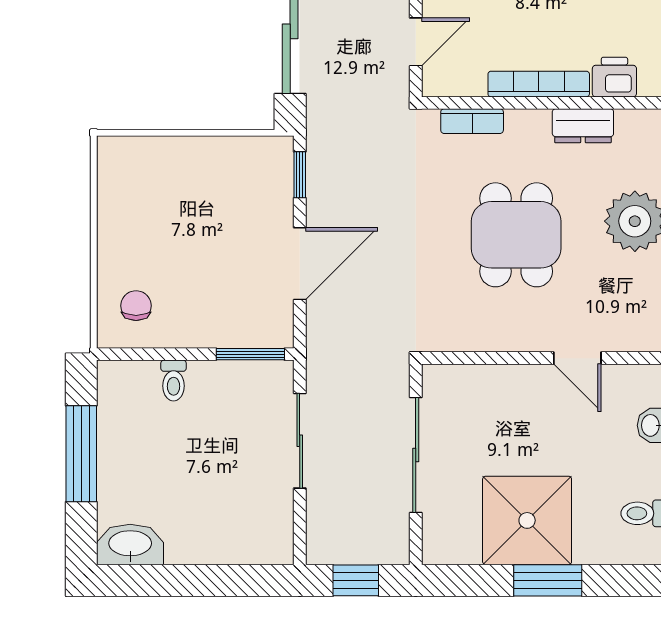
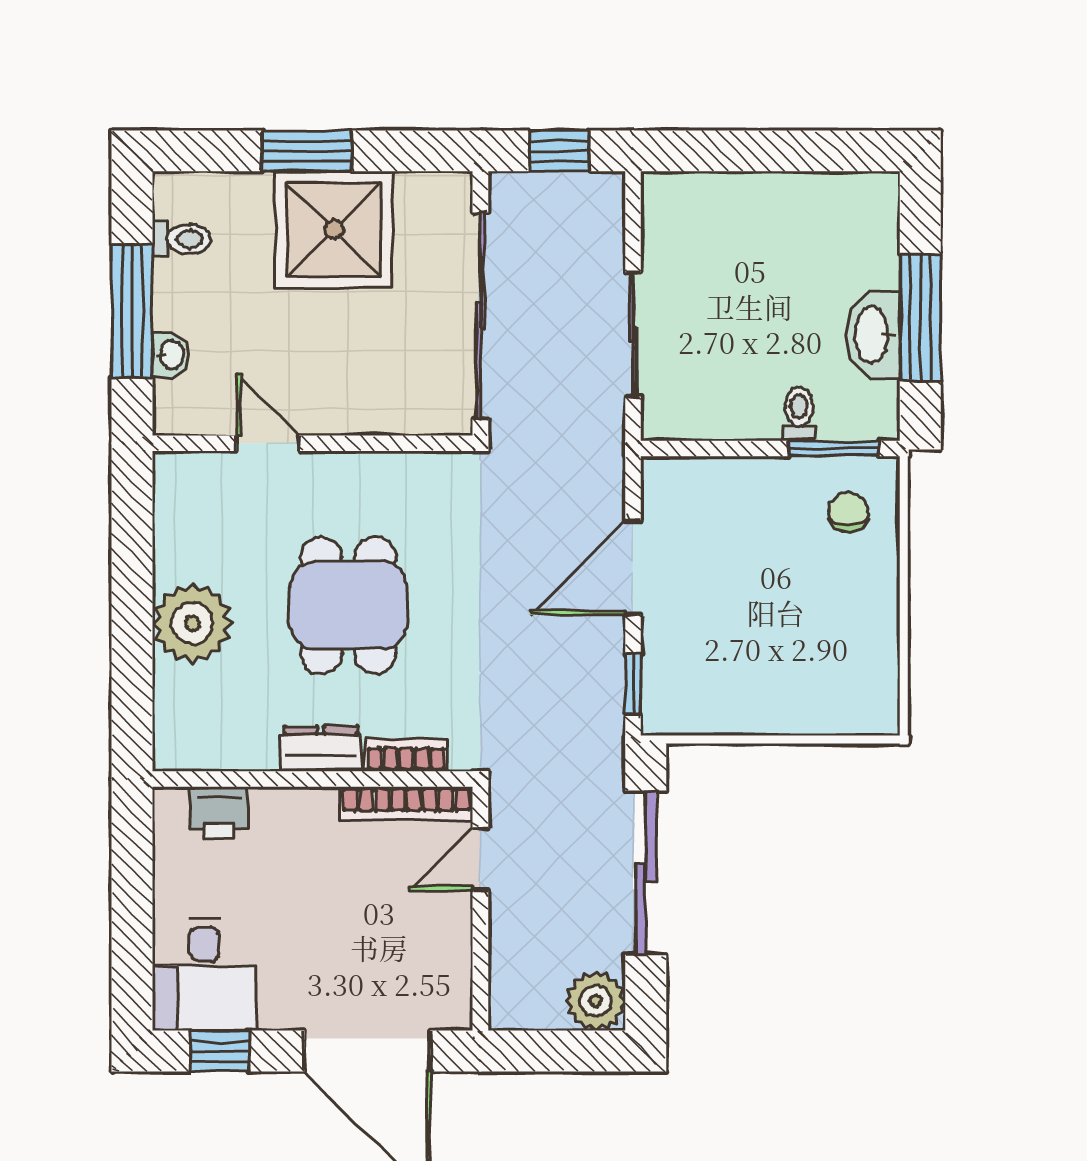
bookcase: (539, 84) -> (406, 804), moved
dresser: (583, 126) -> (321, 749), moved
chair: (136, 306) -> (848, 512), turned 180
window: (250, 354) -> (834, 448), moved
sliding door: (416, 455) -> (480, 316), width x1.36
washbasin: (130, 544) -> (873, 335), moved, turned 90

